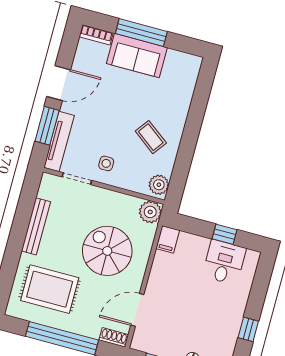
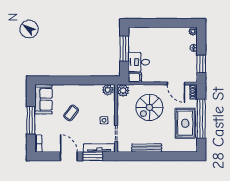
sofa: (137, 56) -> (43, 99), moved
coffee table: (151, 137) -> (71, 113), moved
window: (225, 234) -> (124, 49), width x2.17
desk: (224, 262) -> (139, 62), moved
rug: (50, 289) -> (185, 123), moved
window: (248, 329) -> (171, 23), removed

